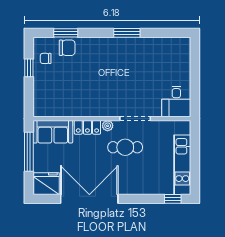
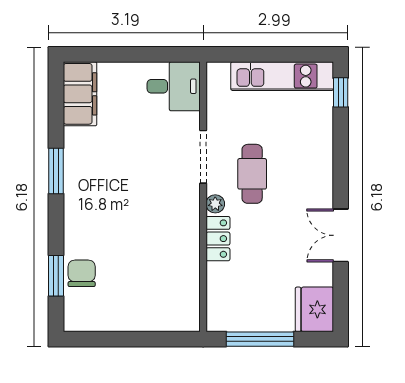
filing cabinet: (172, 47) -> (80, 94), added
chair: (46, 58) -> (100, 310), removed
window: (29, 68) -> (116, 339), removed
sofa: (53, 132) -> (226, 298), removed
double door: (89, 199) -> (341, 235), width x0.54

